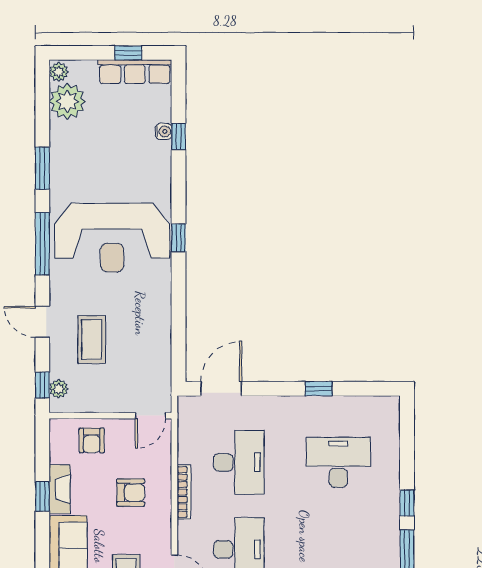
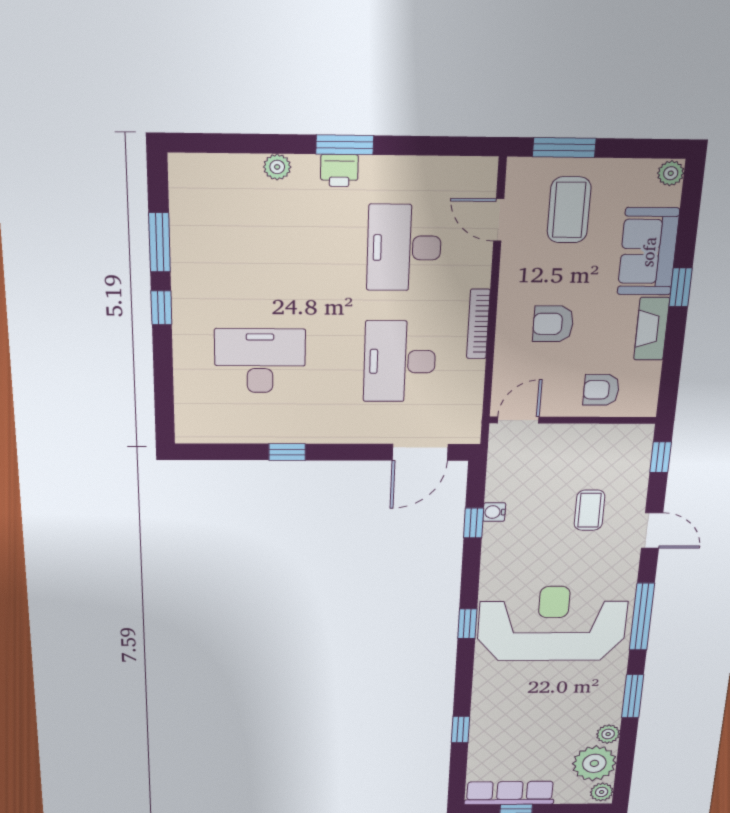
water cooler: (164, 131) -> (494, 512), moved
window: (179, 328) -> (474, 523), added
coffee table: (92, 340) -> (590, 510), width x0.73, depth x0.77
plant: (59, 389) -> (608, 734), moved
armchair: (92, 440) -> (601, 390), turned -90
desk: (338, 462) -> (260, 361), turned 180
window: (42, 496) -> (681, 287), moved

